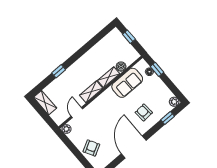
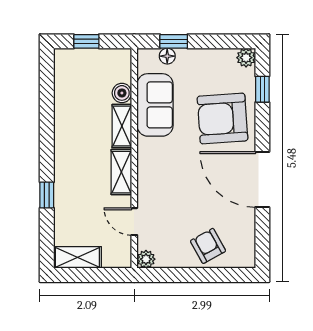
armchair: (144, 112) -> (222, 118), width x1.88, depth x1.88

